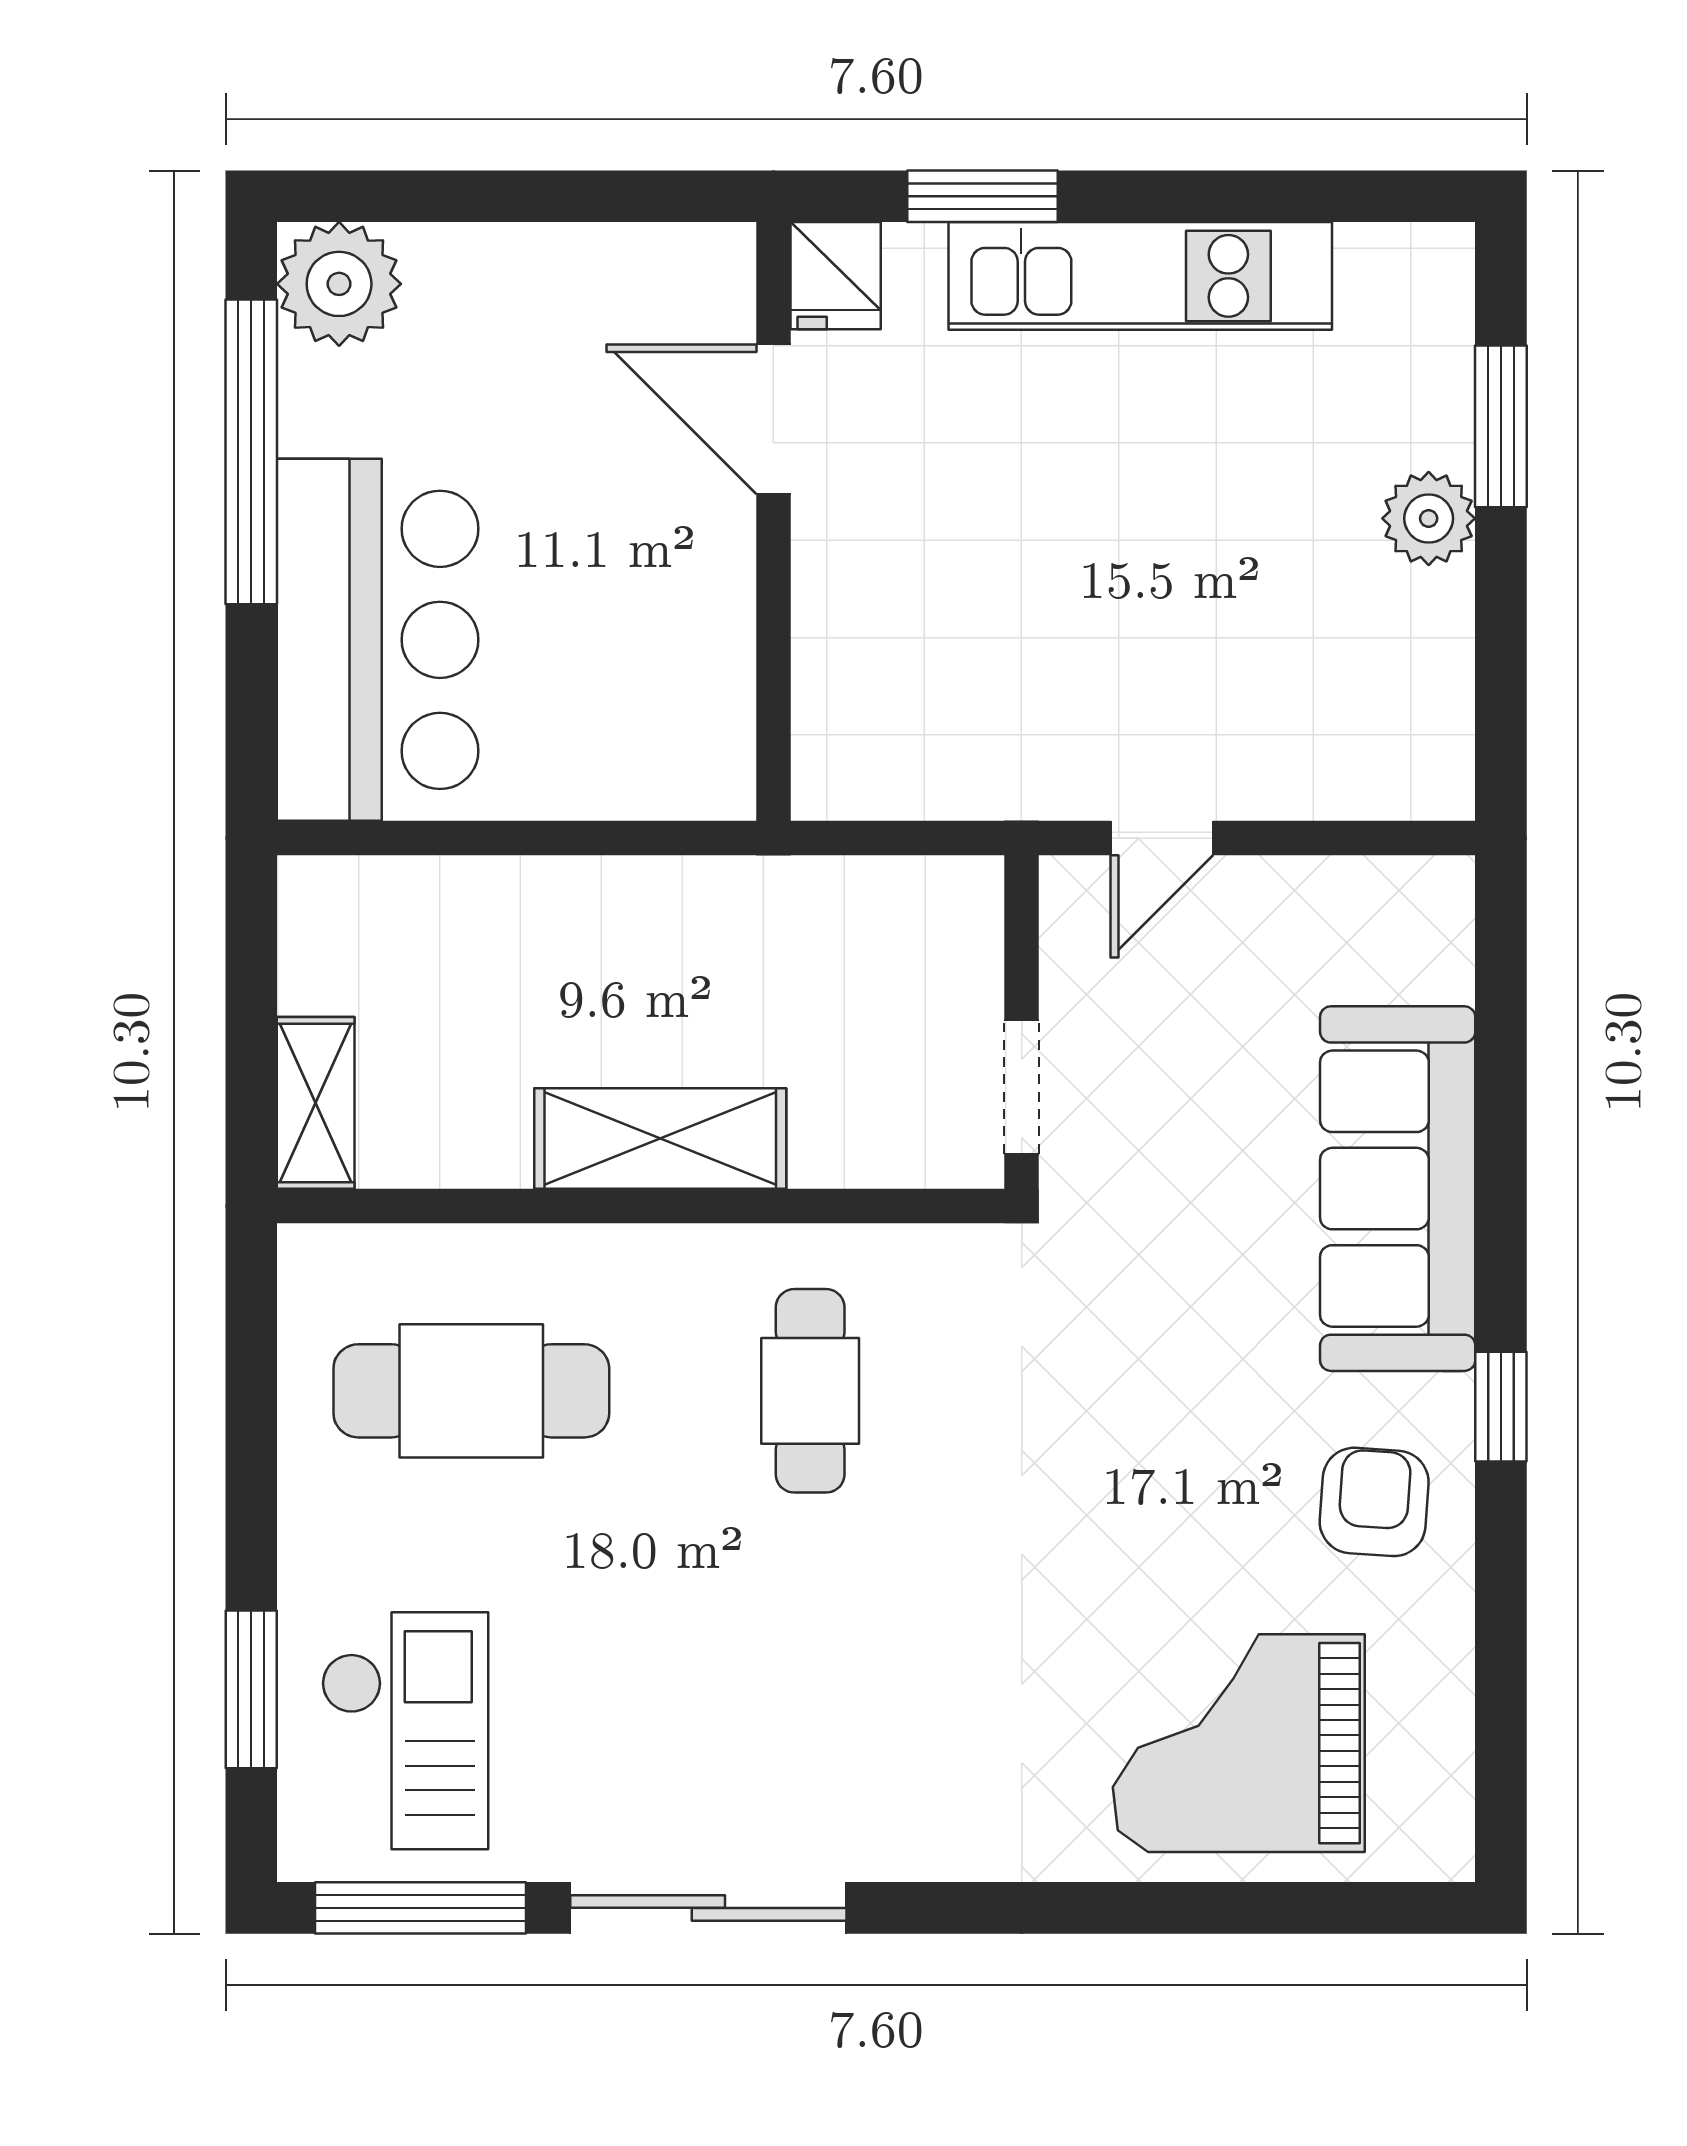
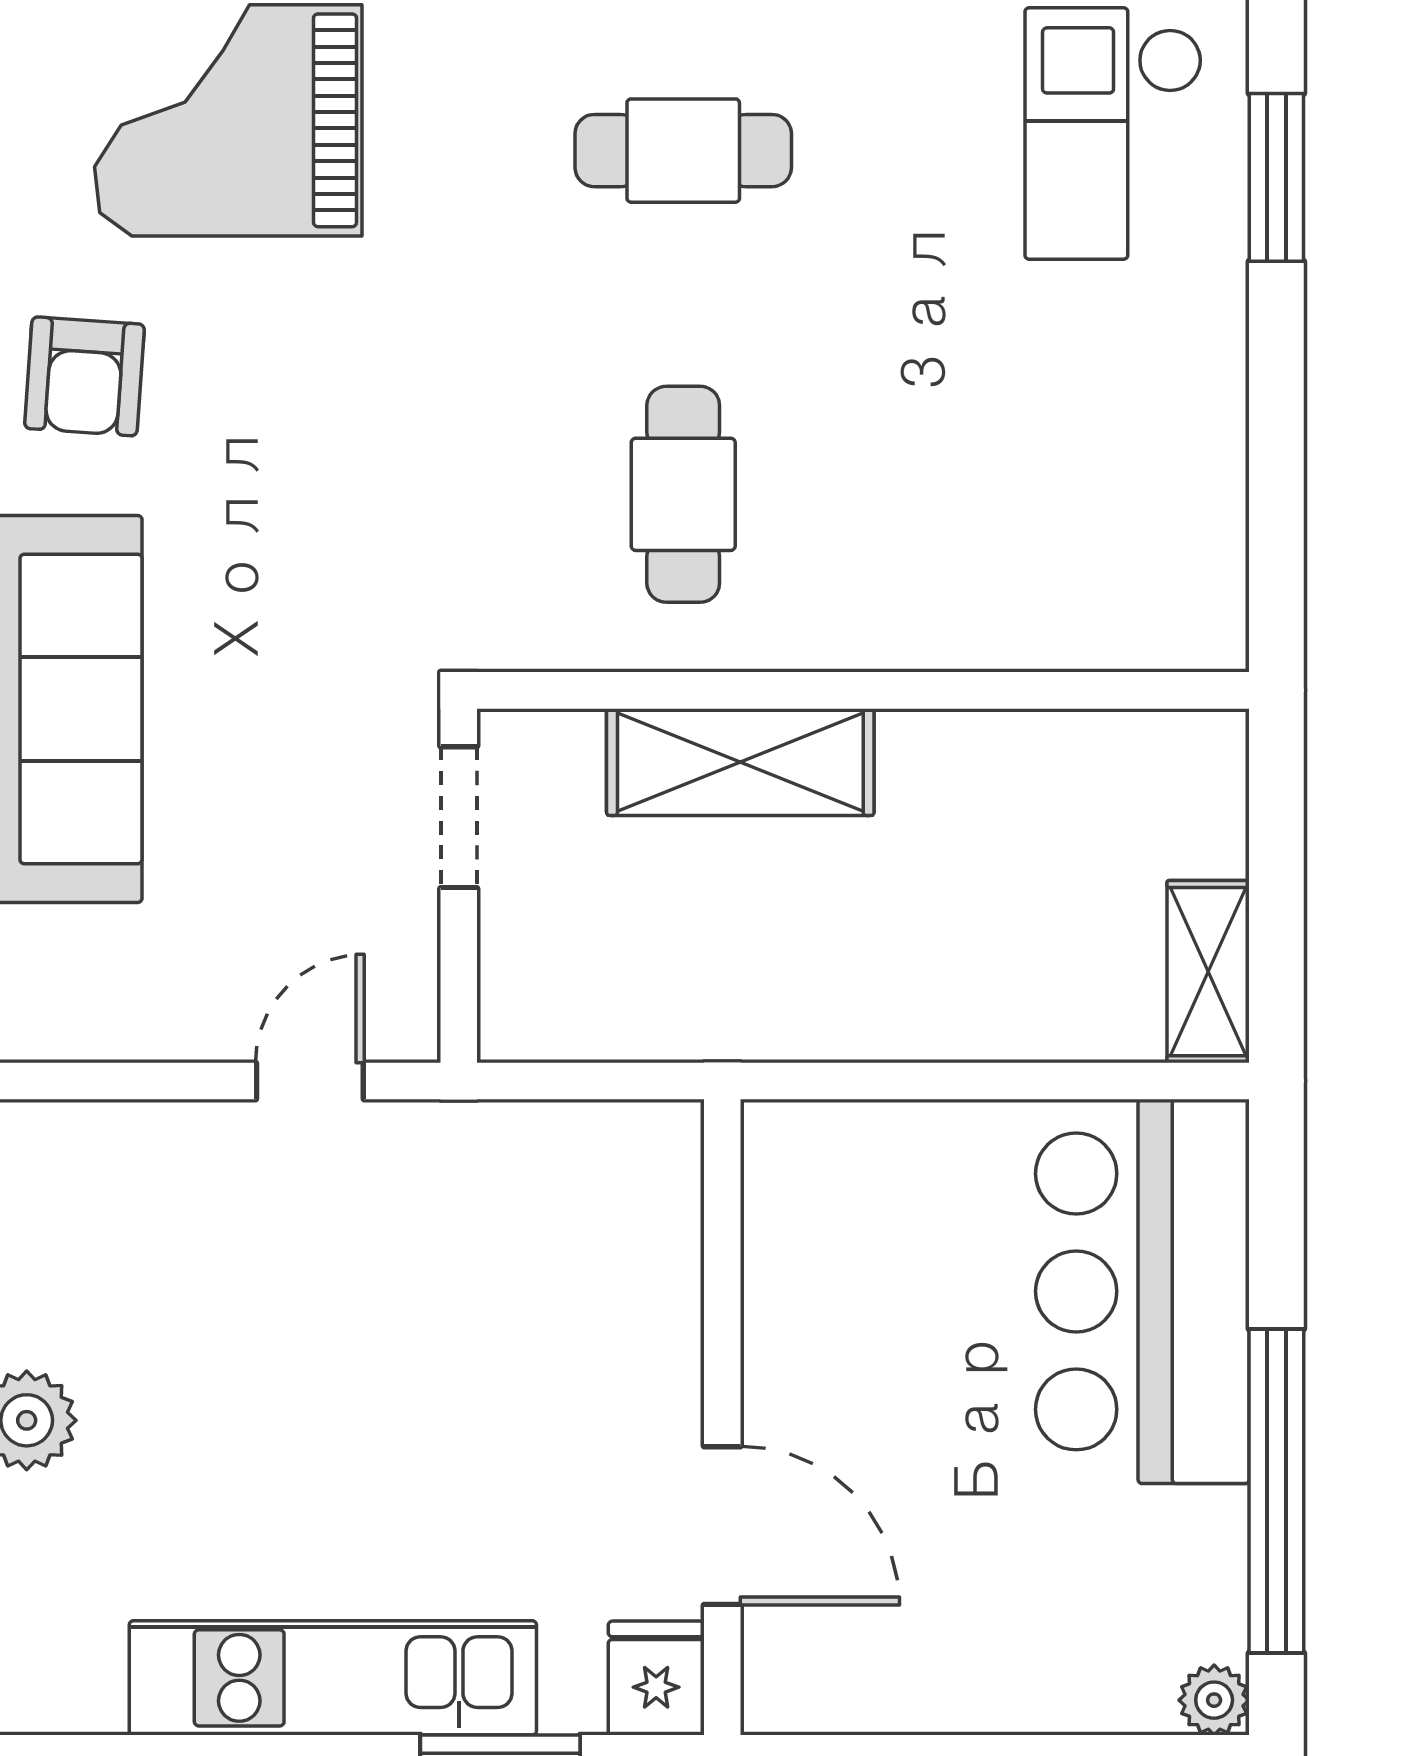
plant: (339, 284) -> (1214, 1700), width x0.53, depth x0.53
shelving: (316, 1103) -> (1208, 972), moved
shelving: (660, 1139) -> (740, 762), moved
cafe table: (471, 1391) -> (683, 151), moved, width x0.73, depth x0.74
grand piano: (1239, 1743) -> (228, 120), turned 180

